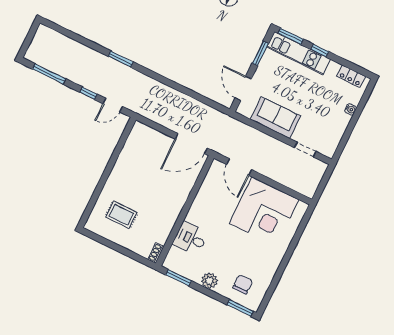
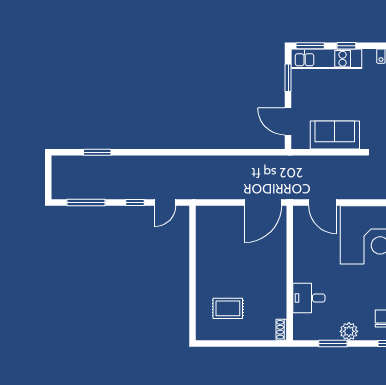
window: (121, 59) -> (97, 152), moved
window: (178, 278) -> (333, 343), moved

